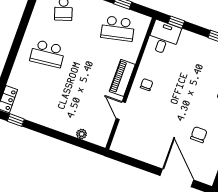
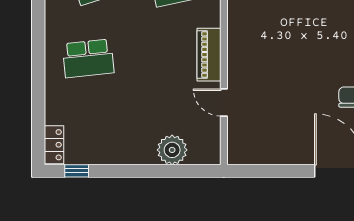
chair: (147, 85) -> (248, 52), removed
plant: (82, 134) -> (172, 150), width x1.88, depth x1.88

